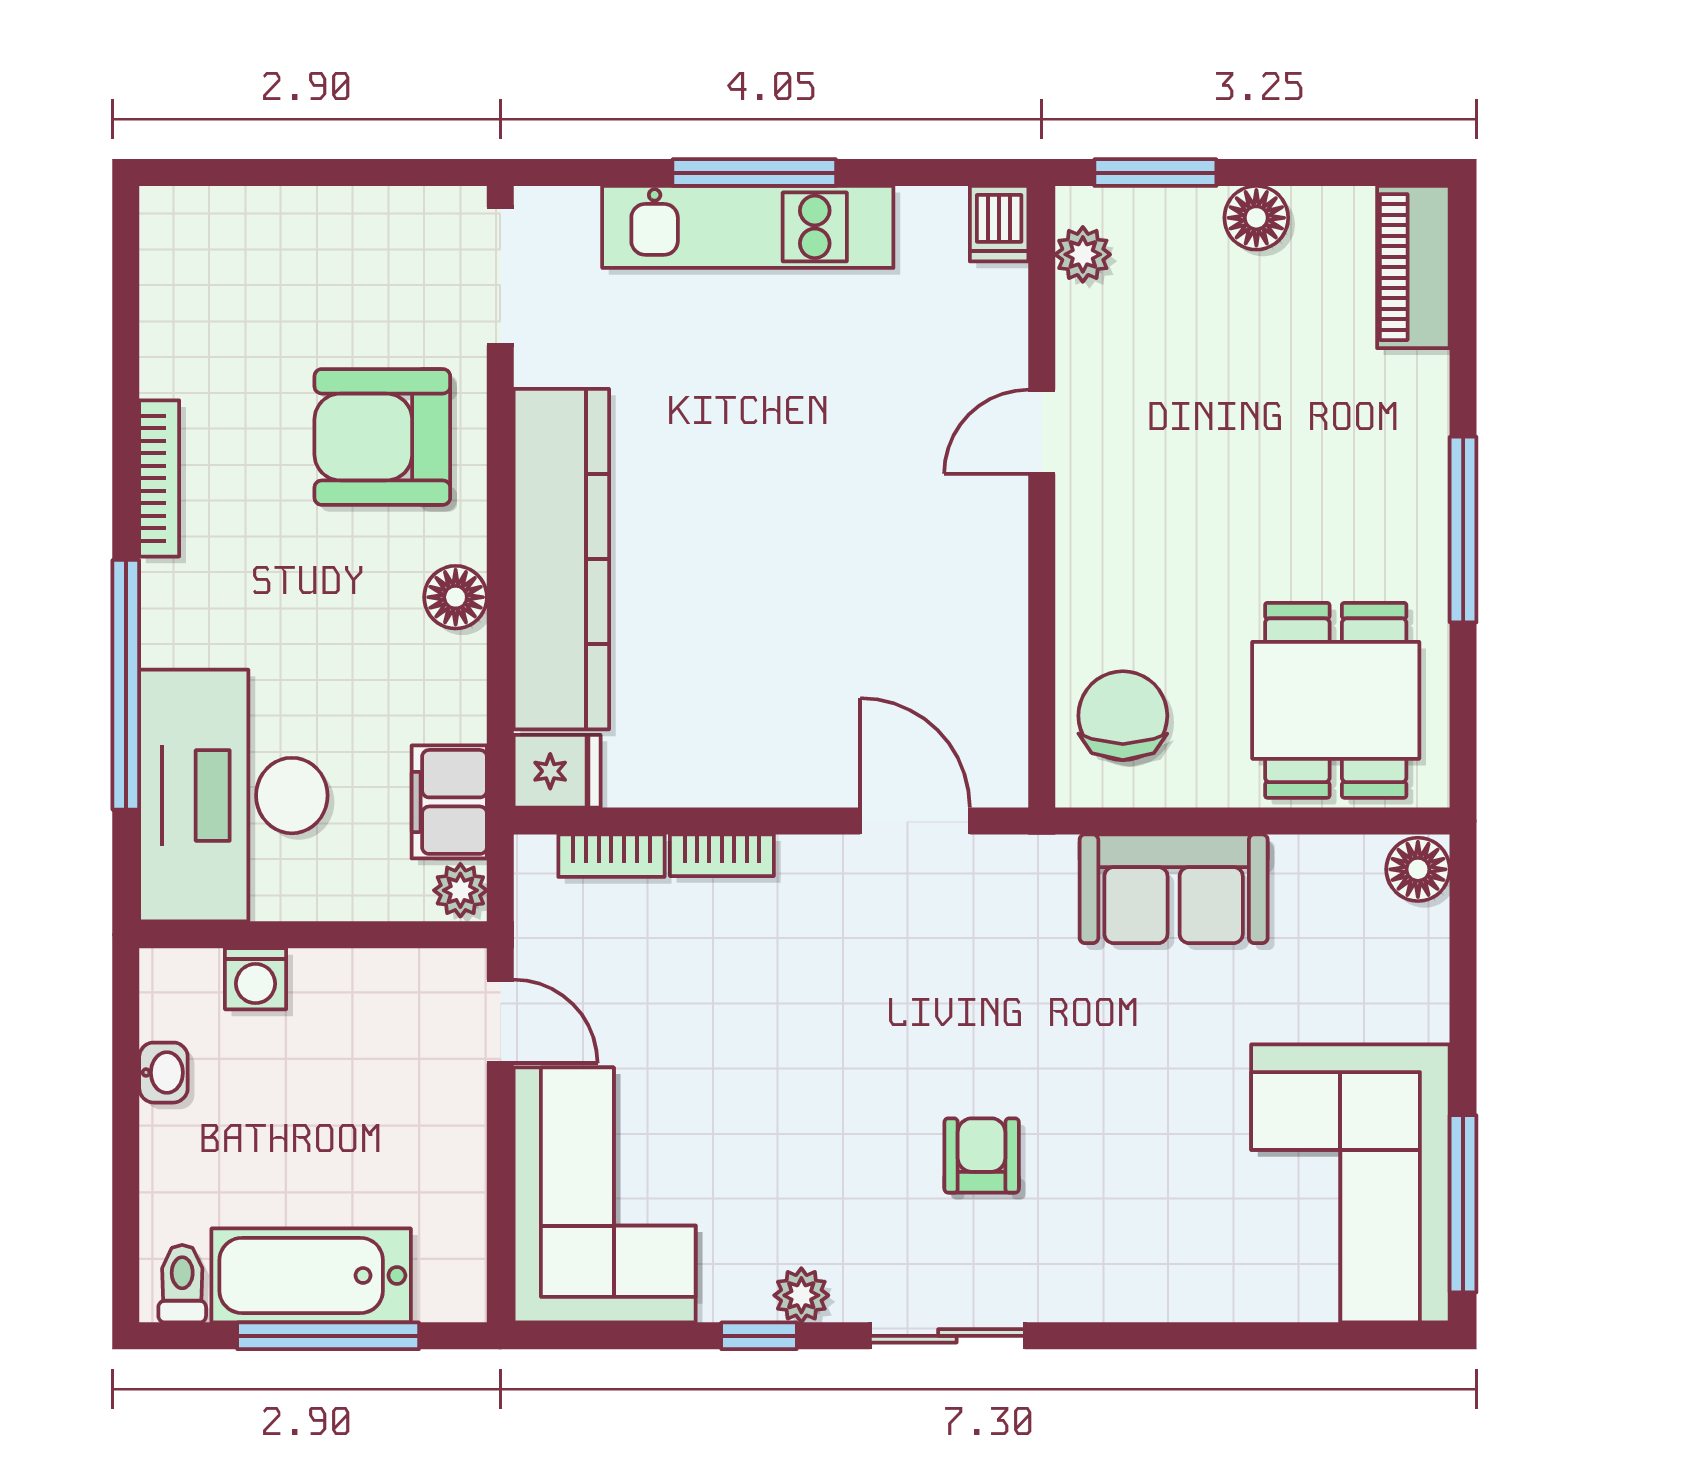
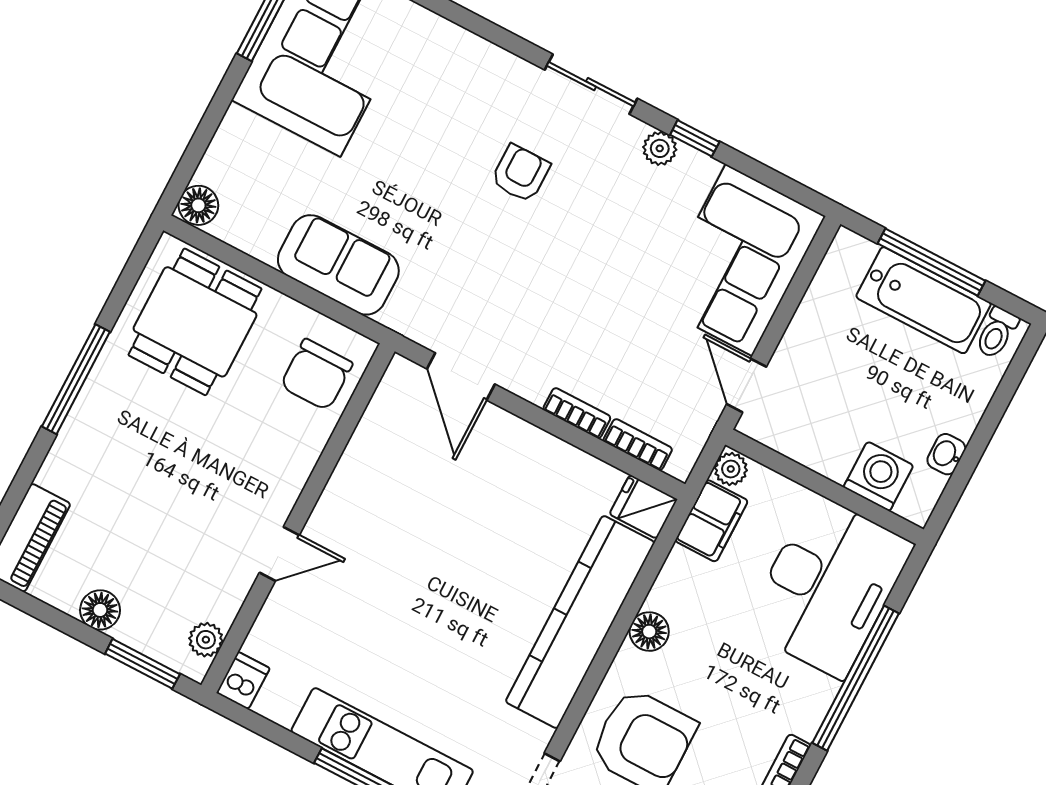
washing machine: (256, 979) -> (878, 476), width x1.38, depth x1.38
armchair: (982, 1156) -> (520, 173), turned 180

